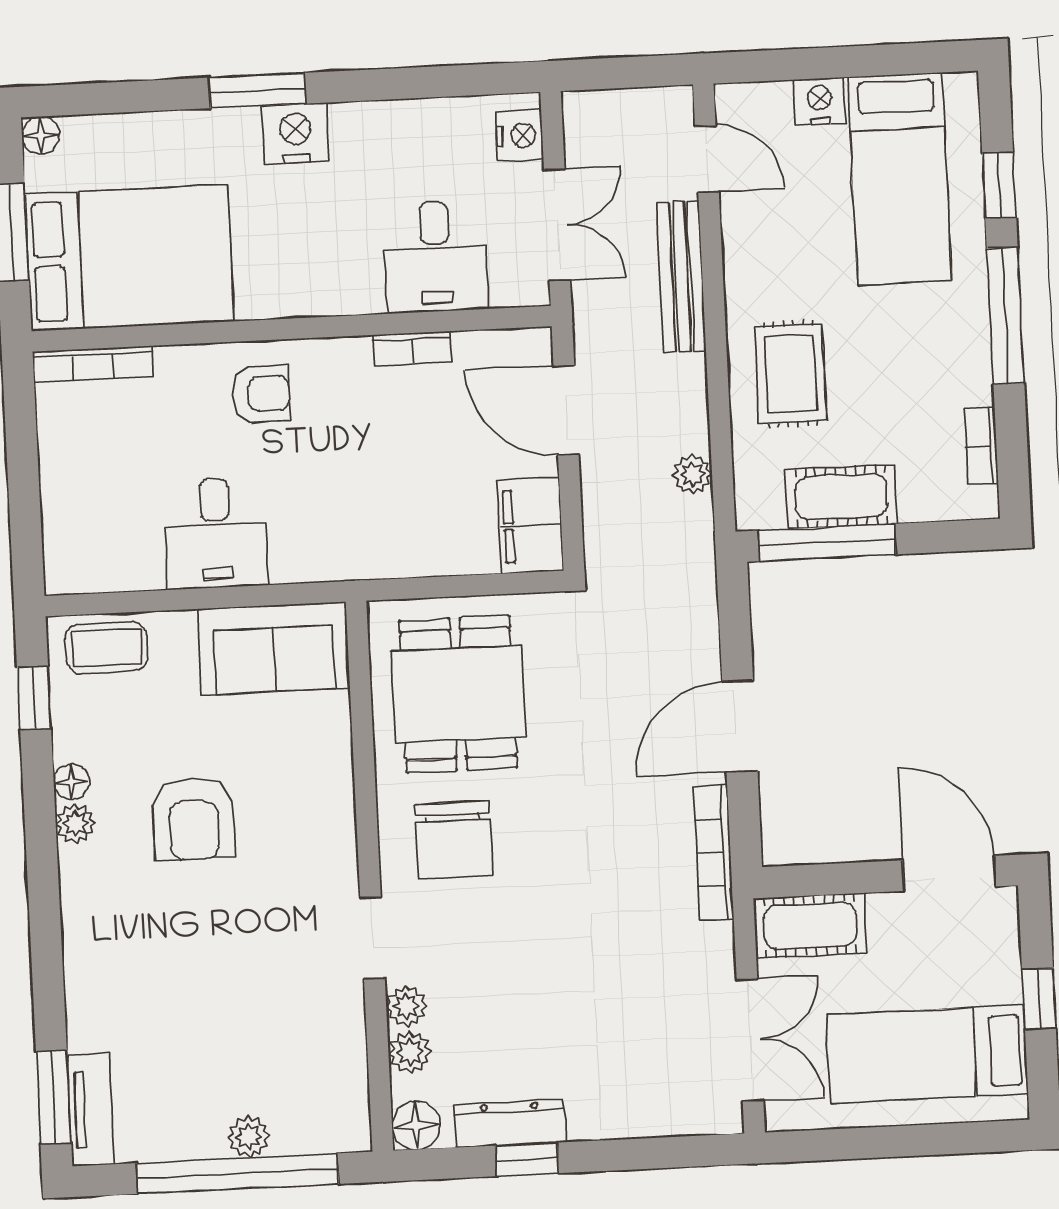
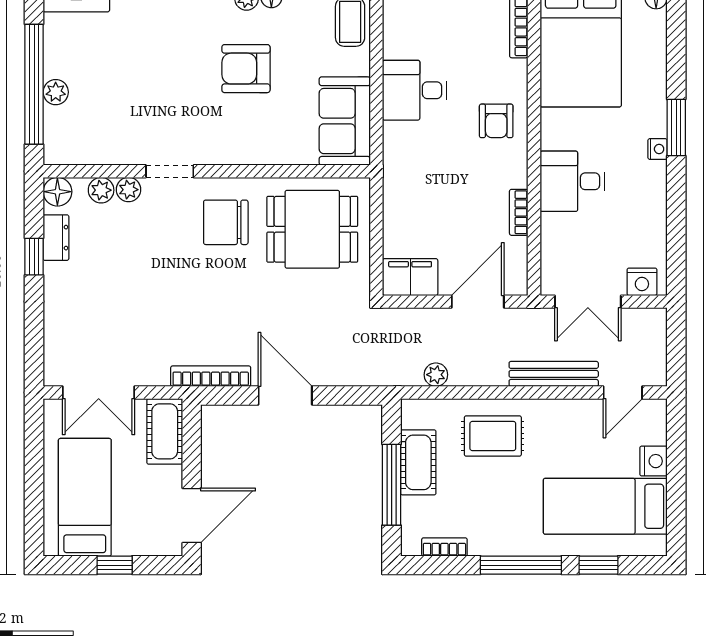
nightstand: (295, 133) -> (658, 149), width x0.53, depth x0.56
desk: (435, 257) -> (572, 181), moved
window: (827, 542) -> (392, 485), moved
dresser: (510, 1123) -> (56, 238), width x0.70

